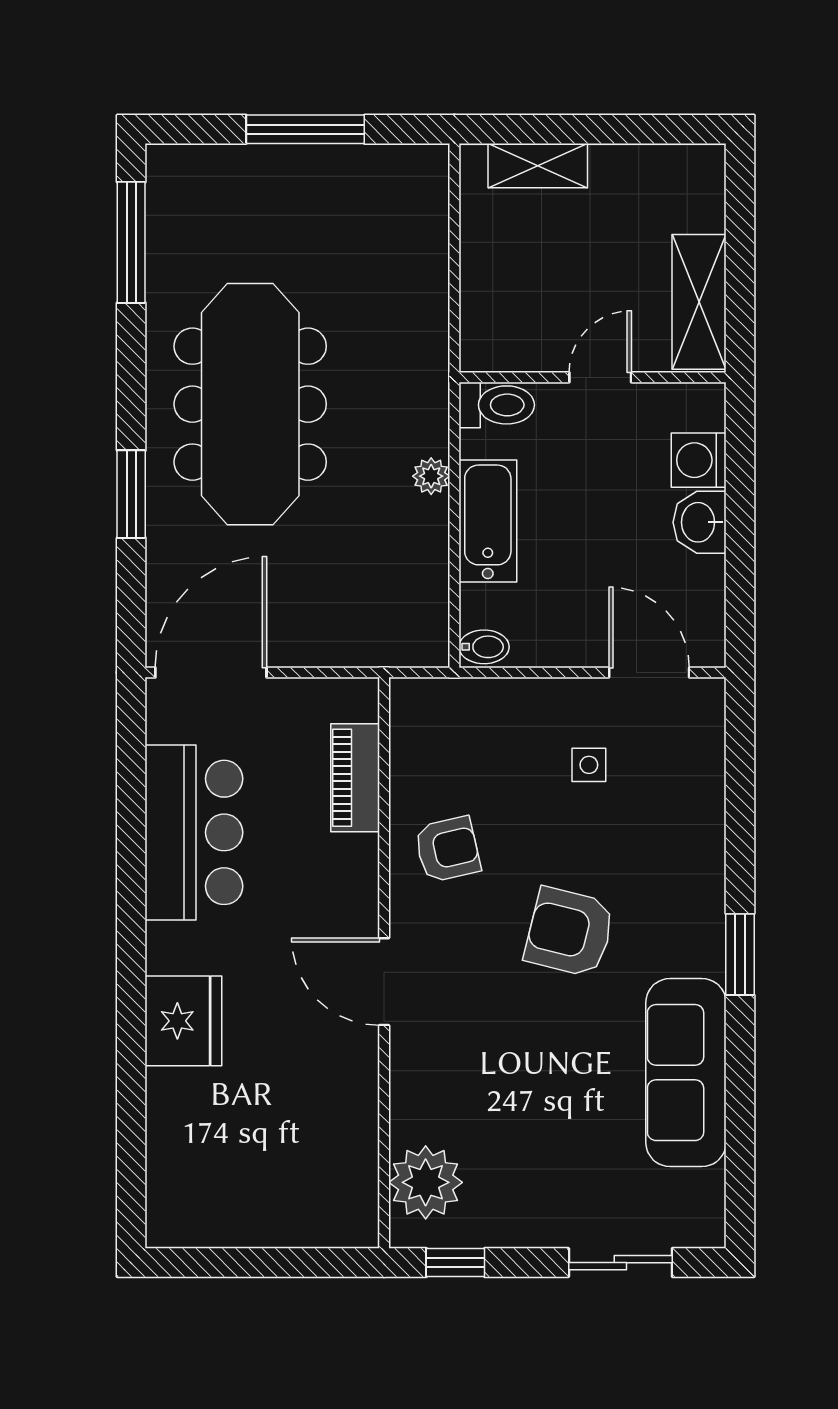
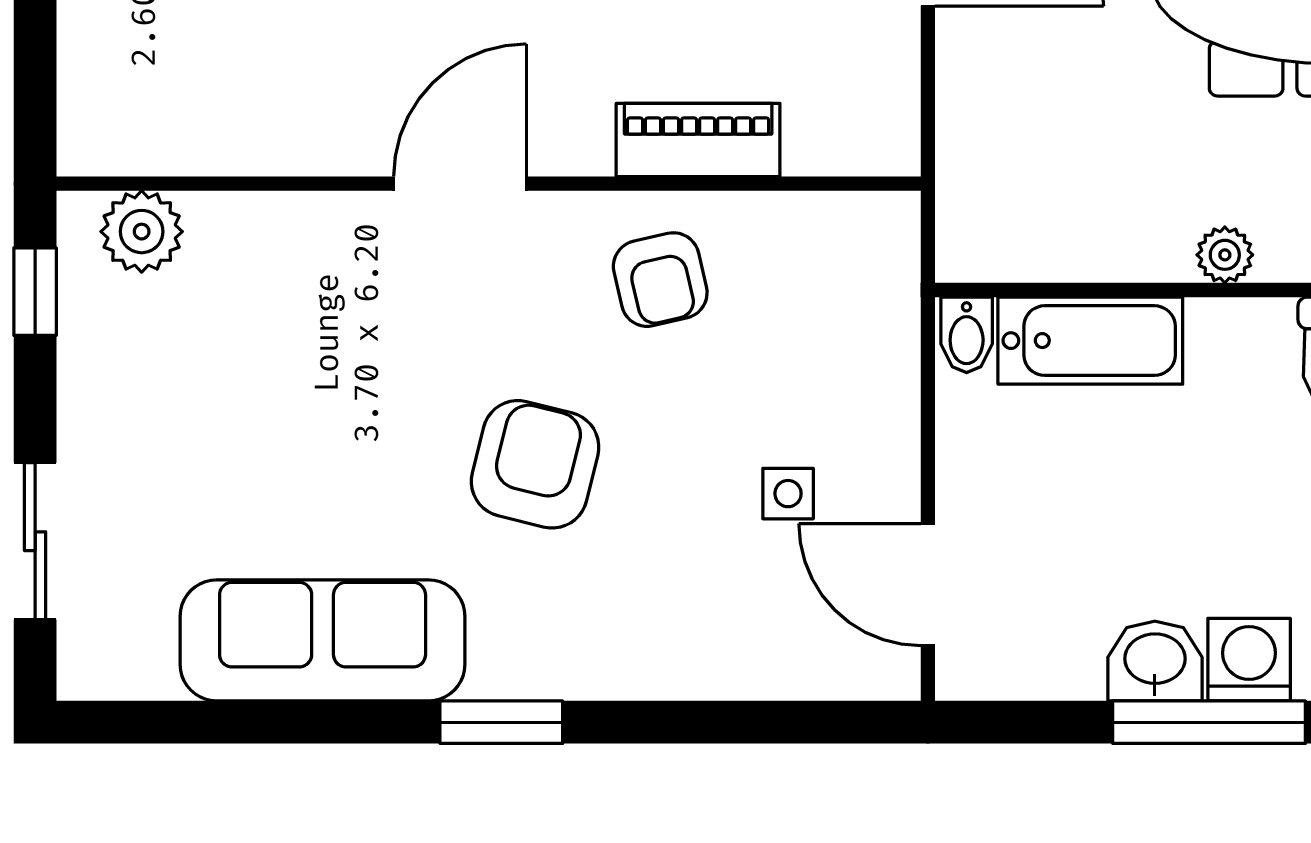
window: (740, 487) -> (1209, 722), added
bathtub: (488, 521) -> (1090, 341), moved
door: (649, 672) -> (928, 585), swing flipped
piano: (355, 778) -> (698, 140), moved
plant: (426, 1182) -> (142, 232), width x0.73, depth x0.73

